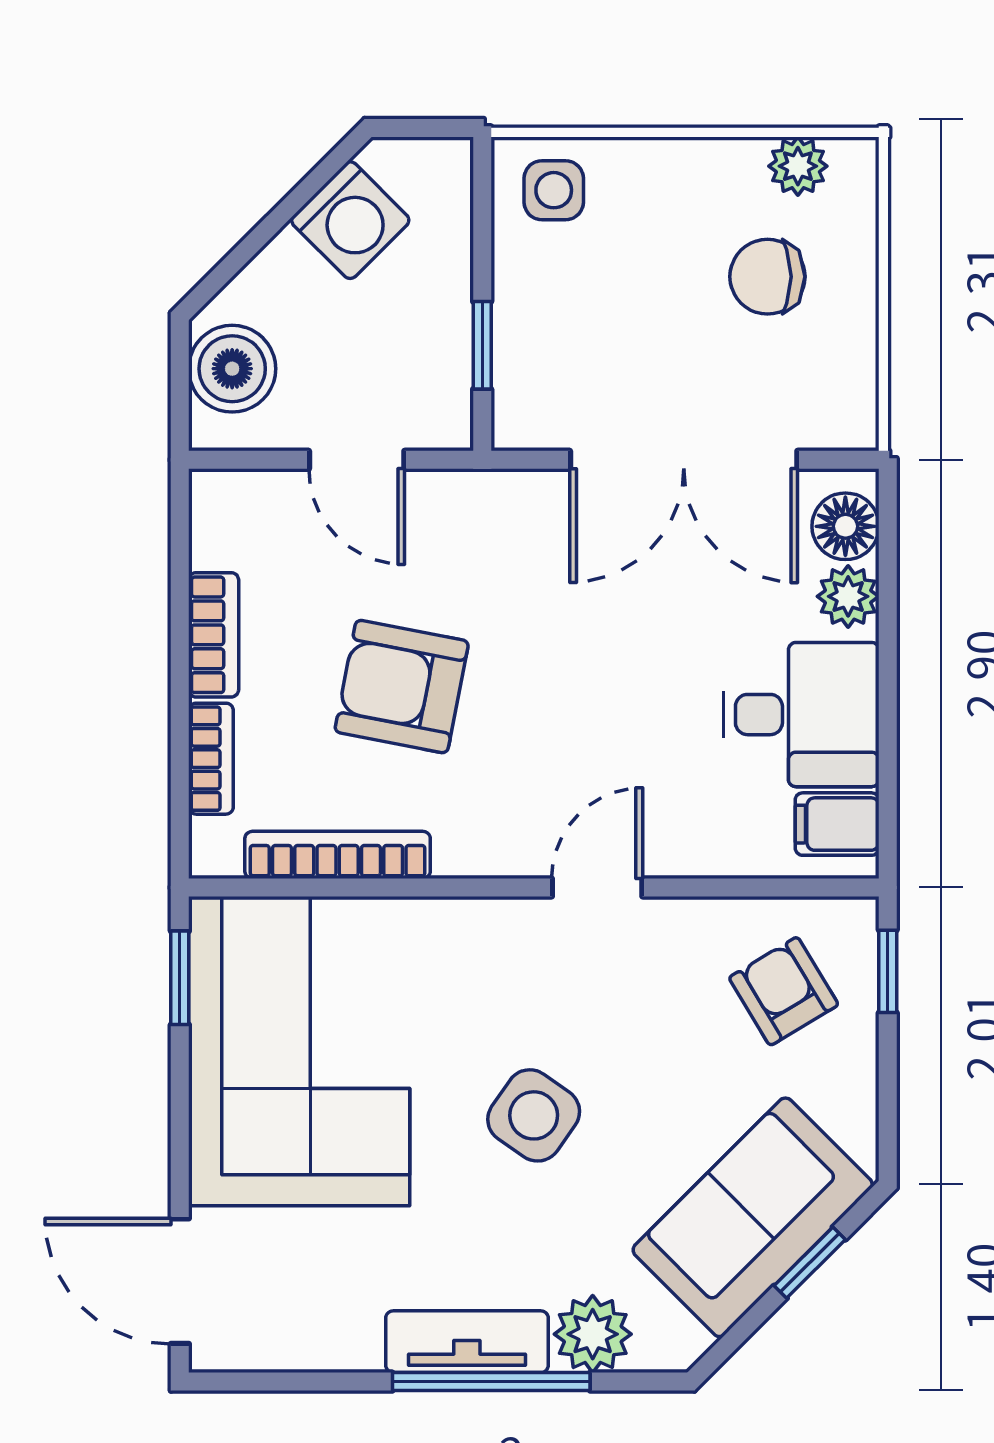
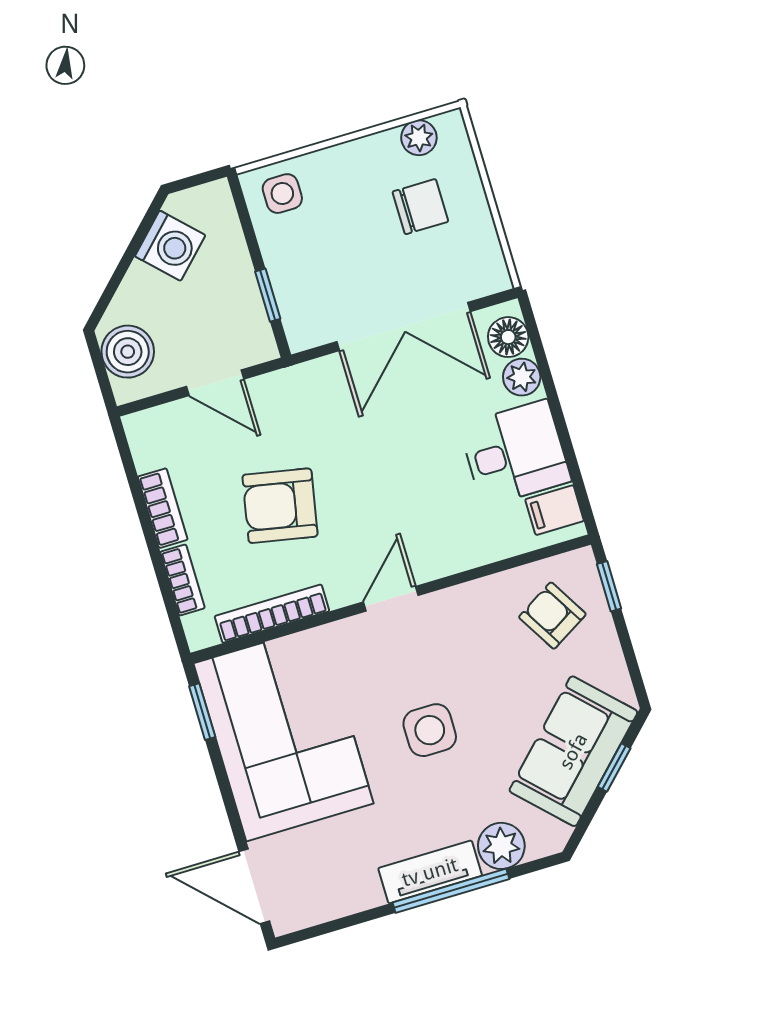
chair: (767, 277) -> (420, 207), turned 180
door: (597, 887) -> (391, 599), moved
side table: (534, 1115) -> (430, 730), turned -35

